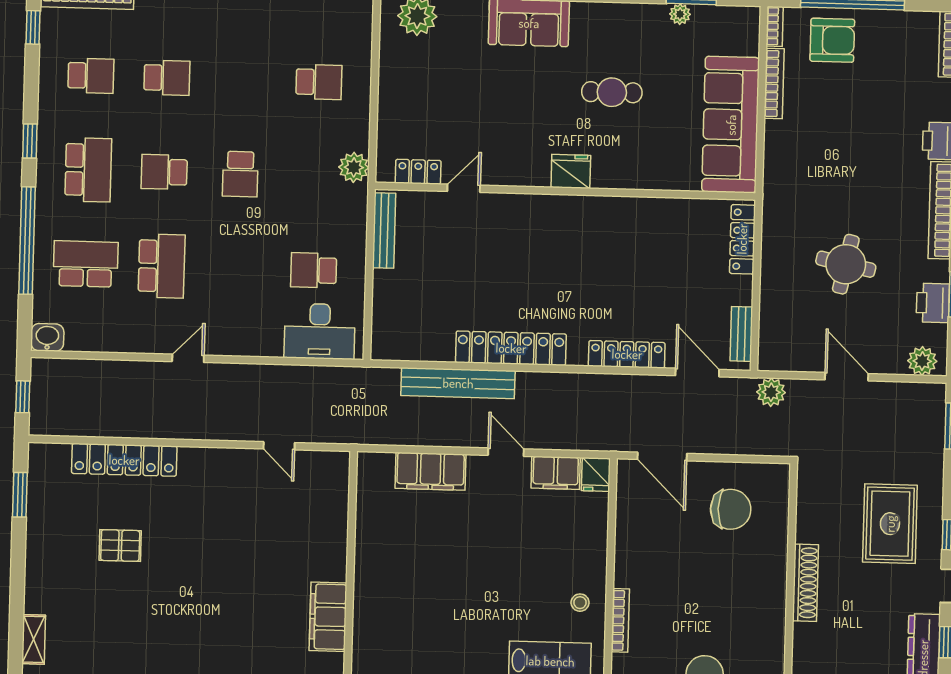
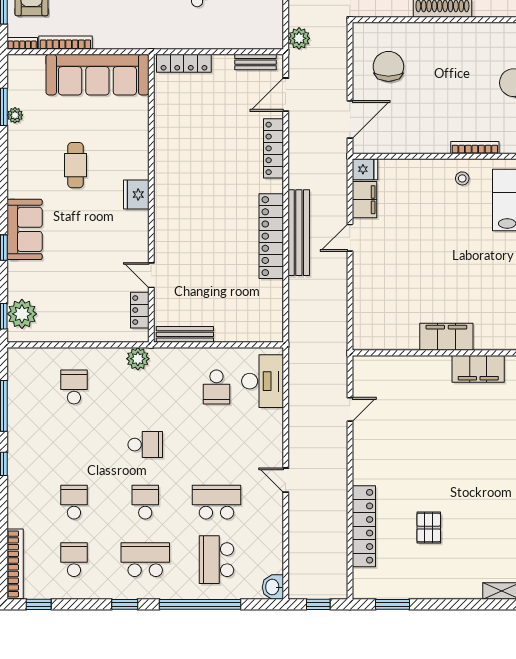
school desk: (164, 172) -> (145, 502), turned 180
bench: (458, 383) -> (299, 233), moved
filing cabinet: (431, 471) -> (446, 337), moved, turned -90

